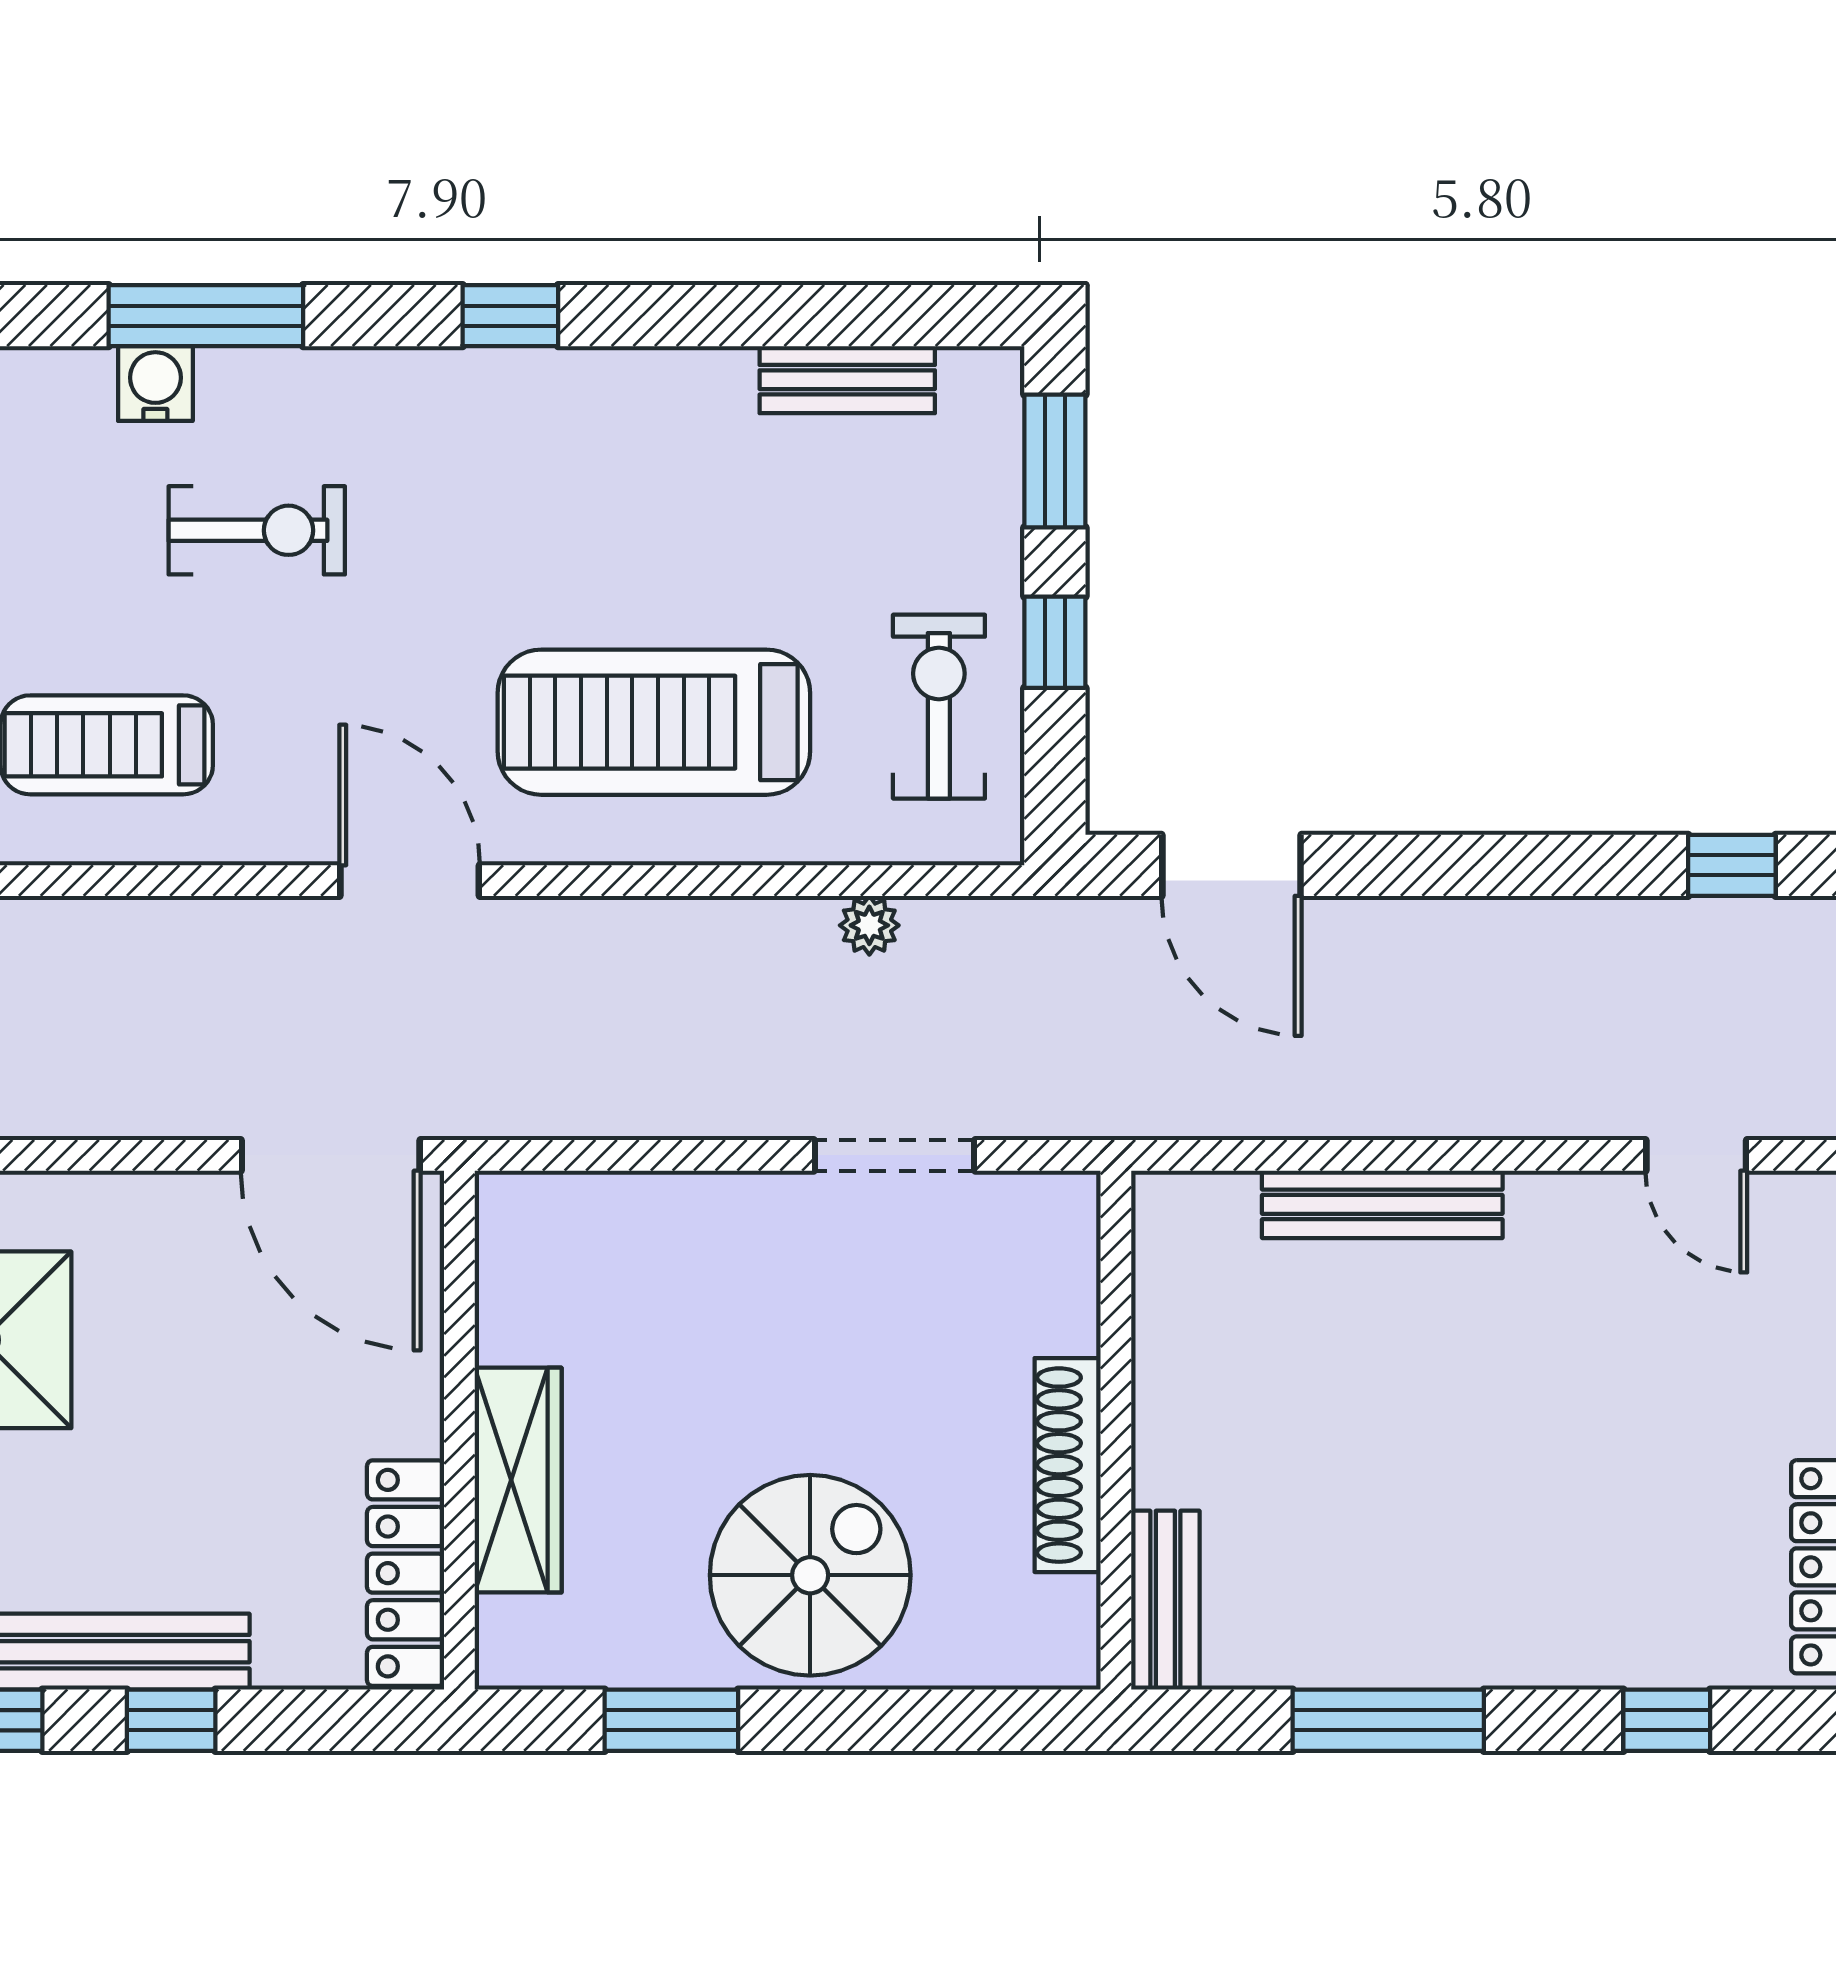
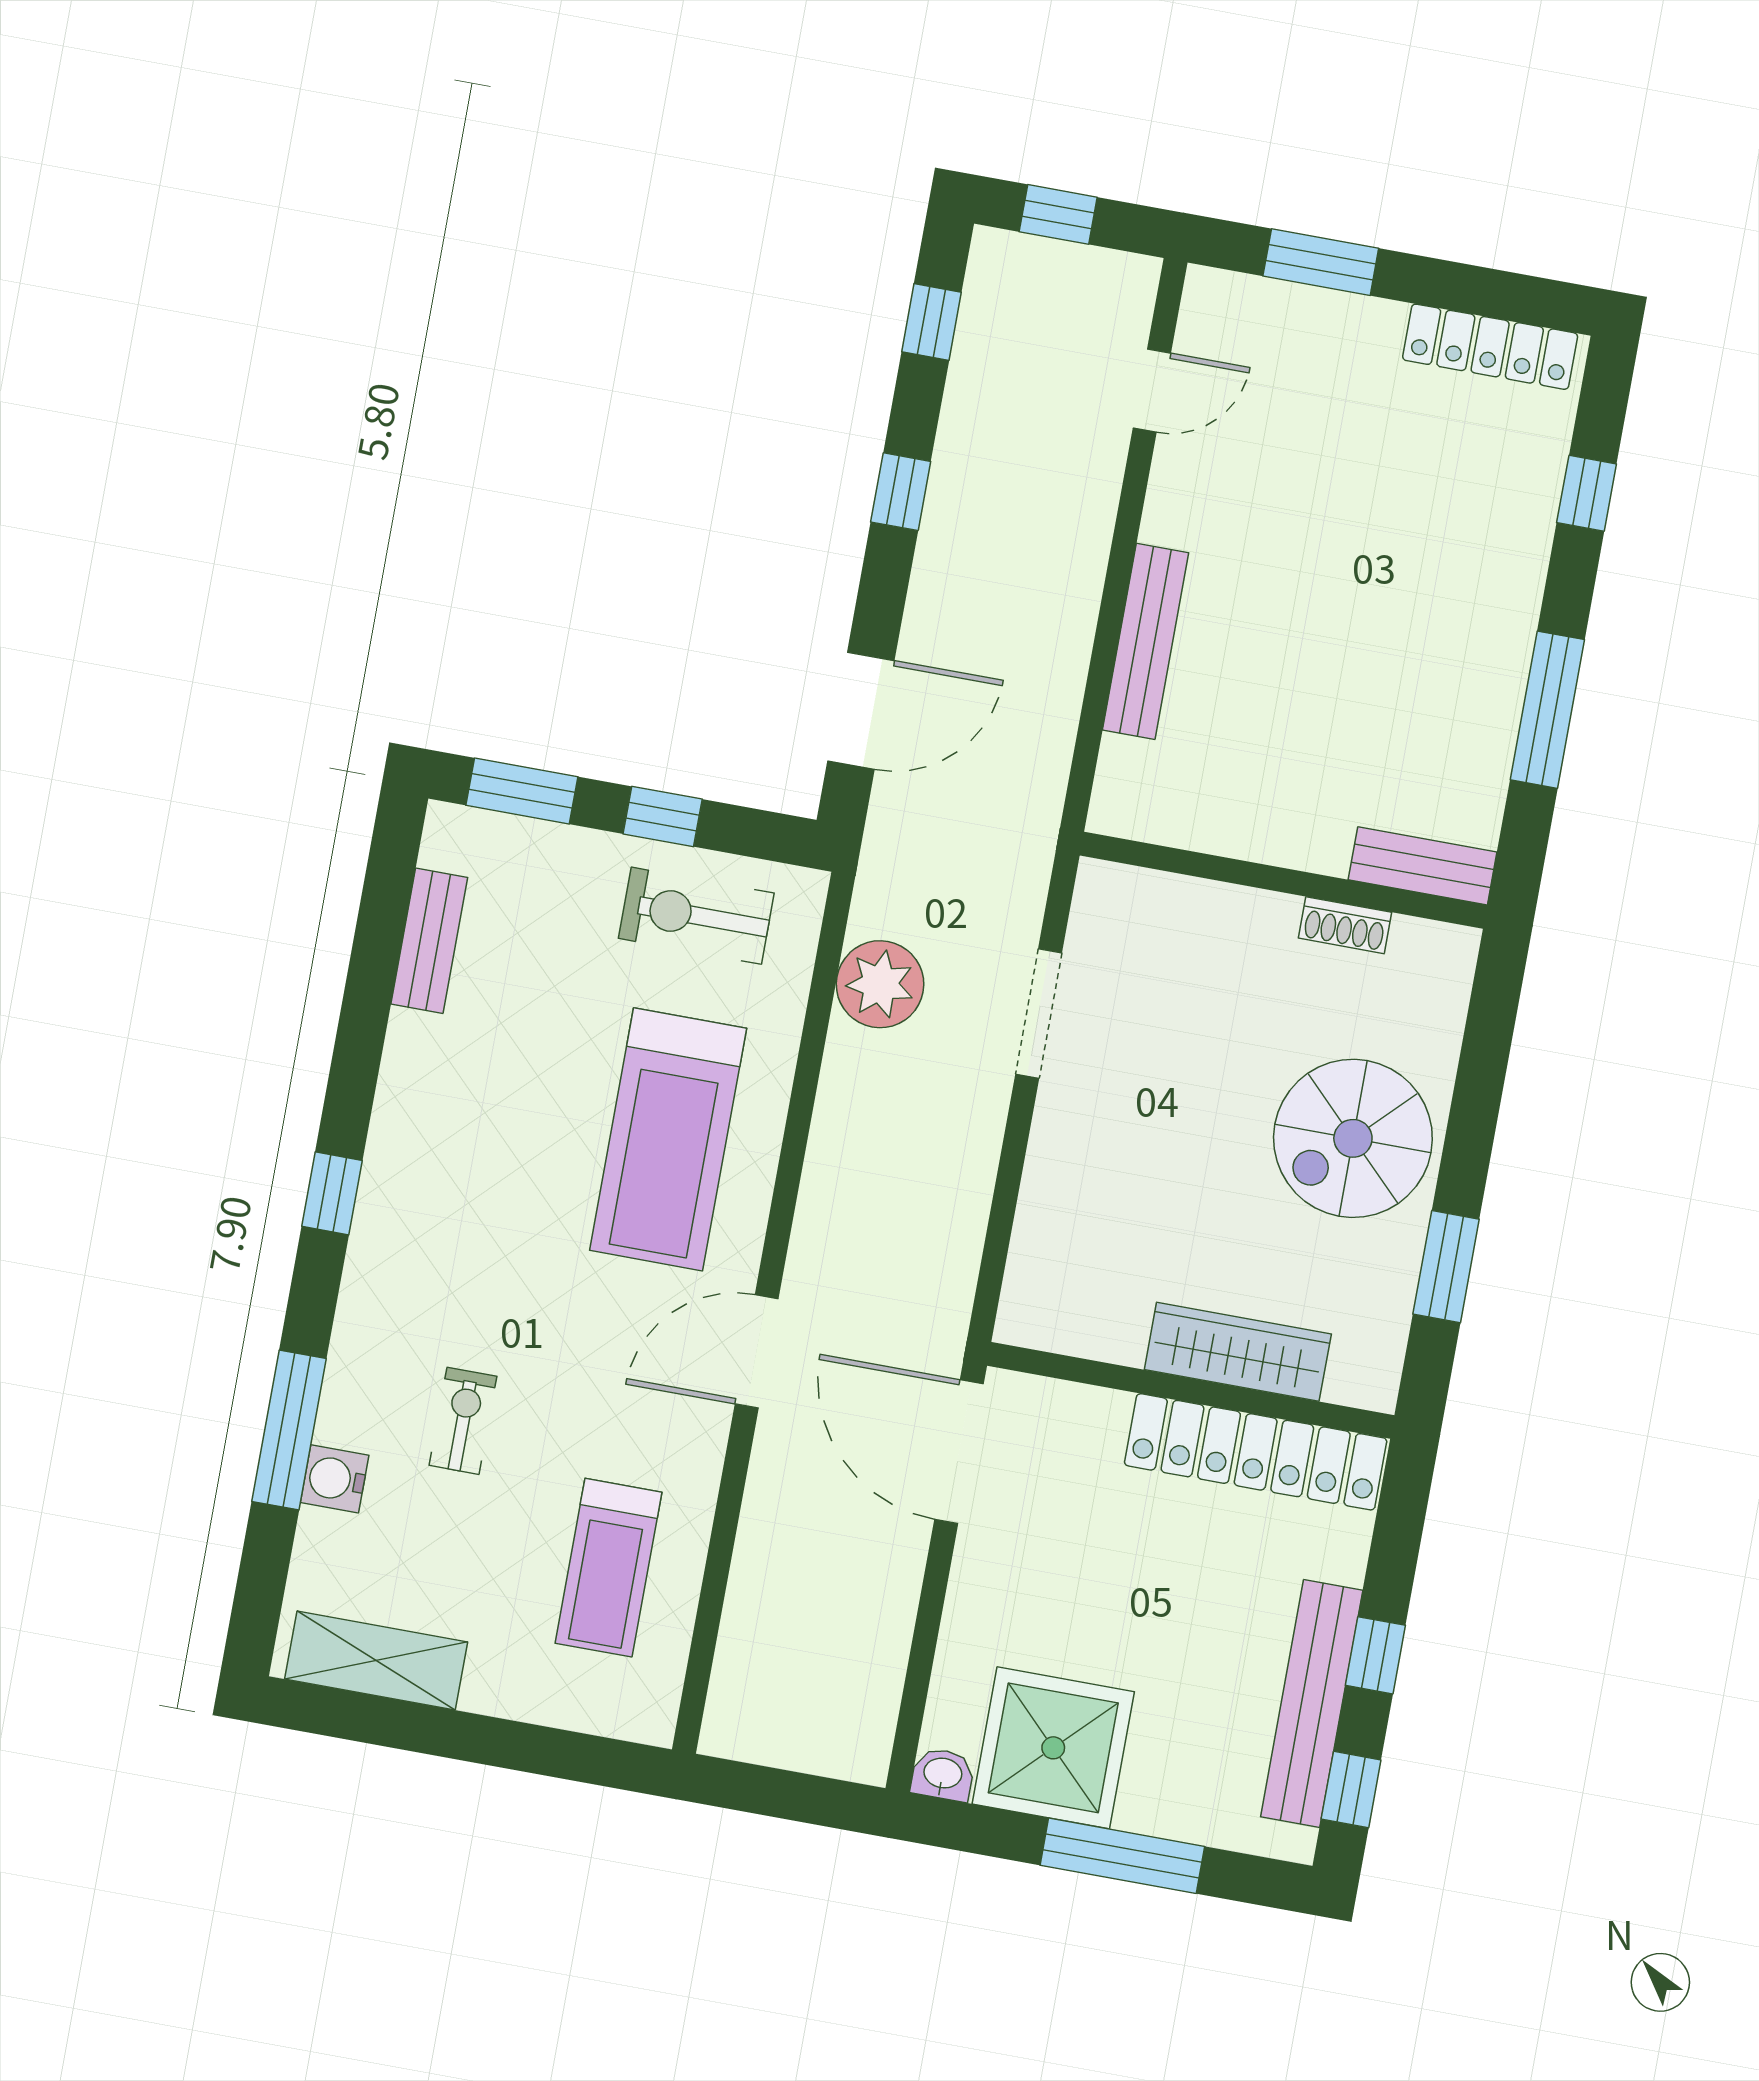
exercise bike: (257, 530) -> (463, 1421), width x0.73, depth x0.72
window: (1513, 865) -> (901, 492), added
plant: (869, 925) -> (880, 984), width x1.87, depth x1.87
door: (331, 1155) -> (959, 1452), swing flipped
shoe rack: (1068, 1465) -> (1345, 925), width x0.51, depth x0.81
locker: (406, 1573) -> (1256, 1452), width x1.41, depth x1.21
spiral stairs: (810, 1575) -> (1353, 1138), turned -90

